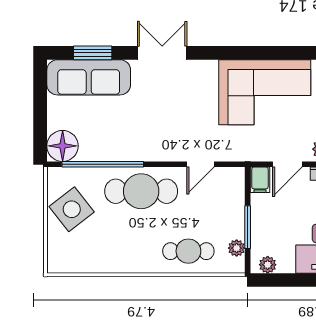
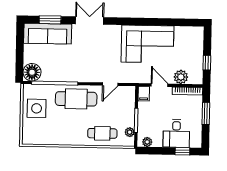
door: (287, 164) -> (159, 85), swing flipped
side table: (72, 209) -> (37, 108), turned 38

